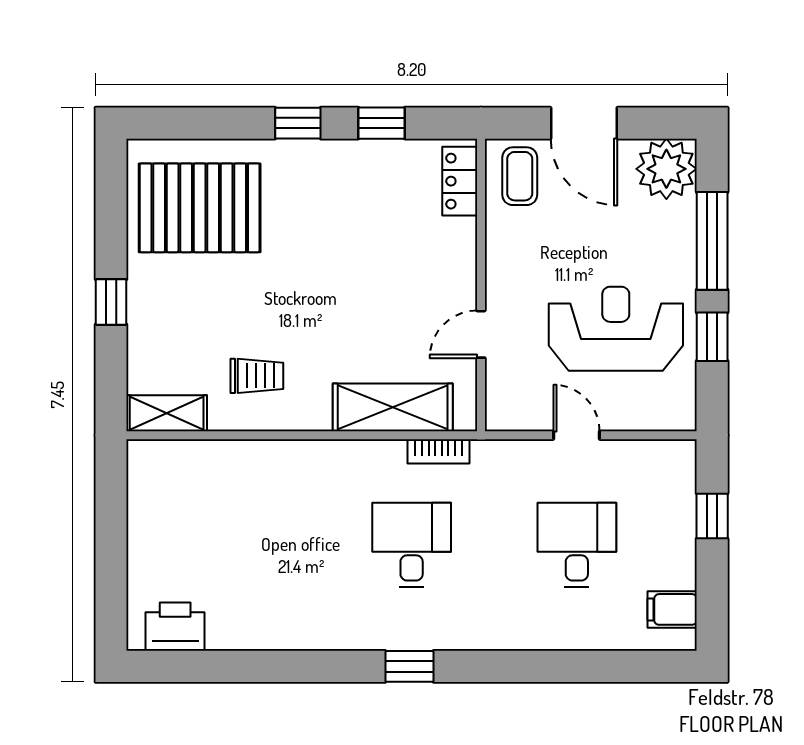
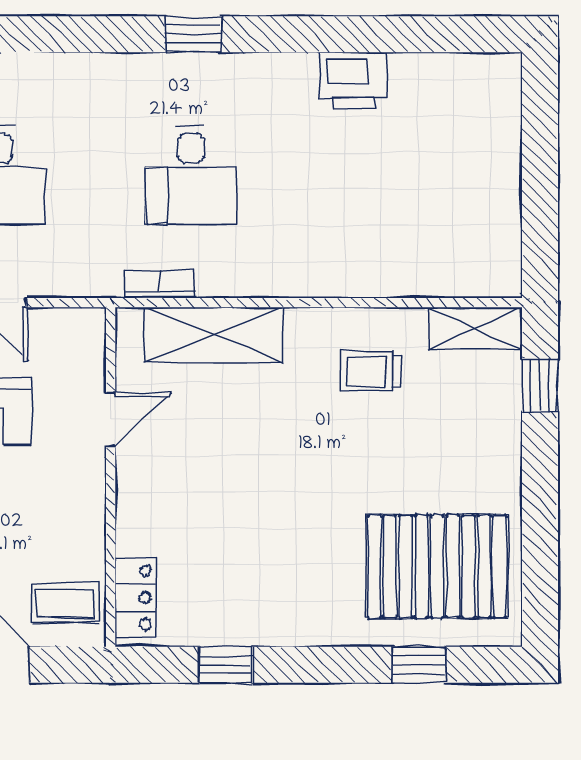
window: (298, 123) -> (419, 665), moved
coffee table: (520, 176) -> (65, 603), turned 90
window: (111, 302) -> (540, 385), moved
printer: (175, 627) -> (353, 80), moved

